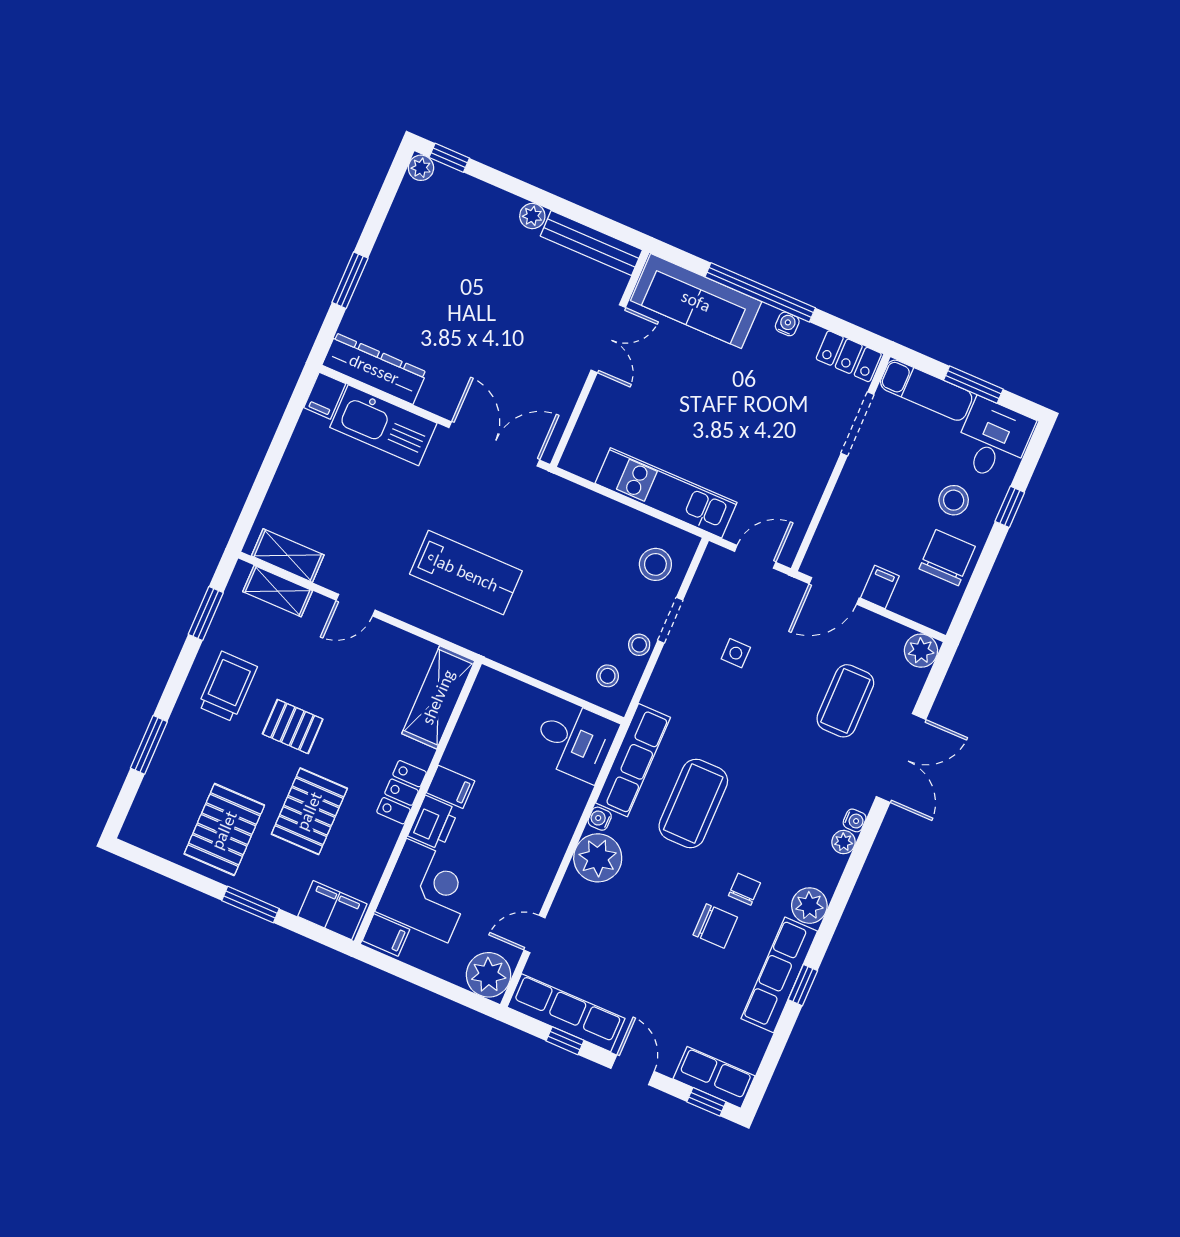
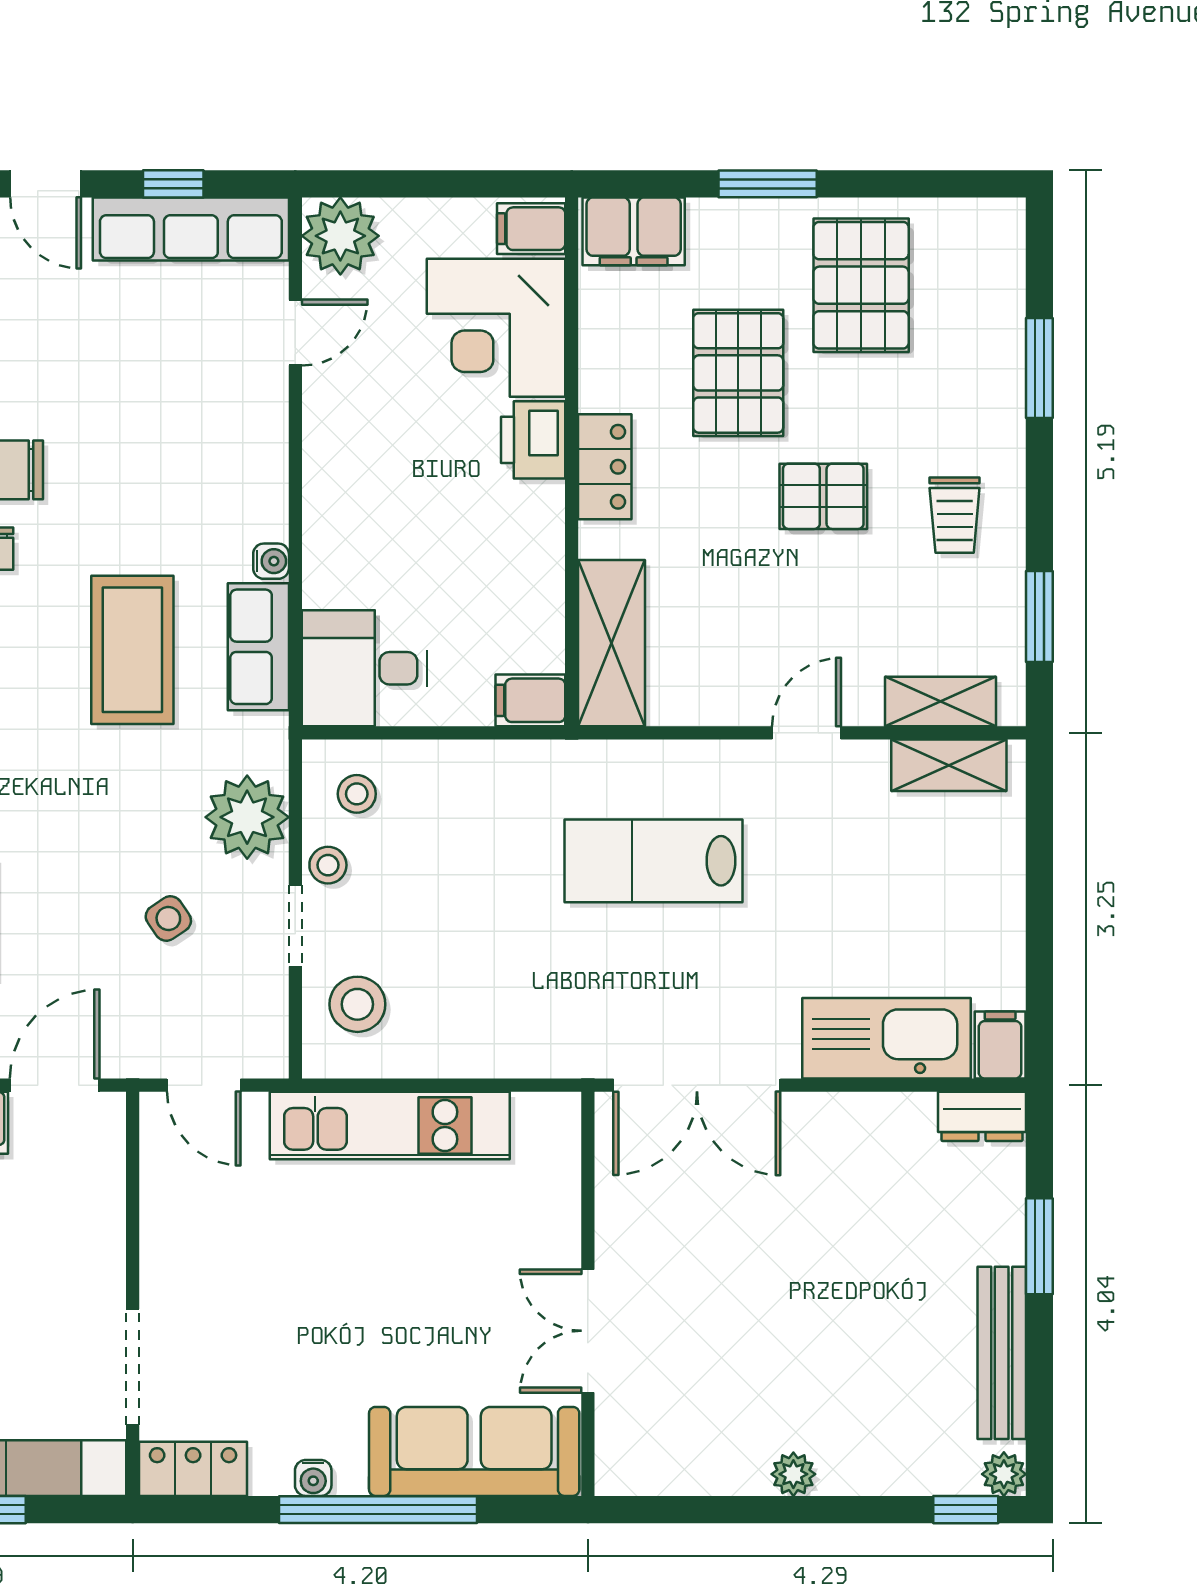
bench: (591, 243) -> (1002, 1353), moved, turned 90
dresser: (374, 369) -> (982, 1116), width x0.51, depth x0.80
door: (755, 557) -> (204, 1085), hinge flipped
side table: (736, 653) -> (168, 919), turned -34
trolley: (227, 687) -> (955, 515), width x0.73, depth x0.72
row of seats: (633, 760) -> (258, 647), width x0.68
filing cabinet: (450, 787) -> (530, 700), moved
plant: (598, 858) -> (247, 817), moved

